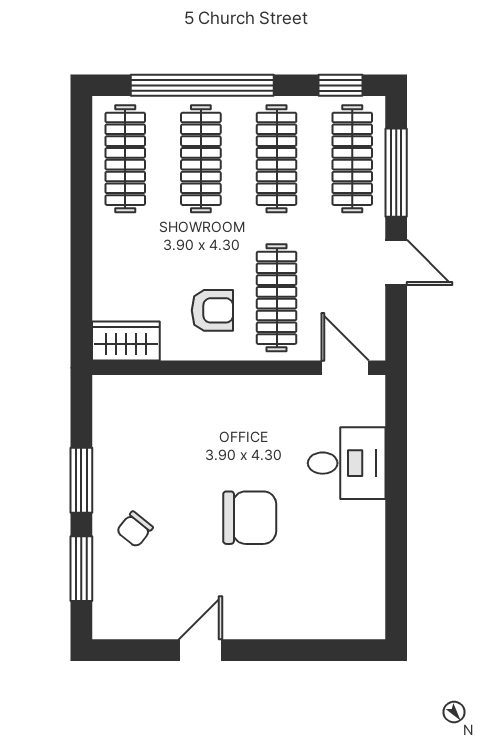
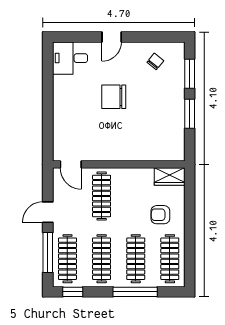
window: (202, 85) -> (135, 292), width x0.68
door: (396, 262) -> (48, 212), hinge flipped
armchair: (212, 310) -> (160, 215), moved
desk: (347, 463) -> (70, 58), moved
chair: (135, 529) -> (155, 61), moved
door: (200, 650) -> (112, 37), moved

